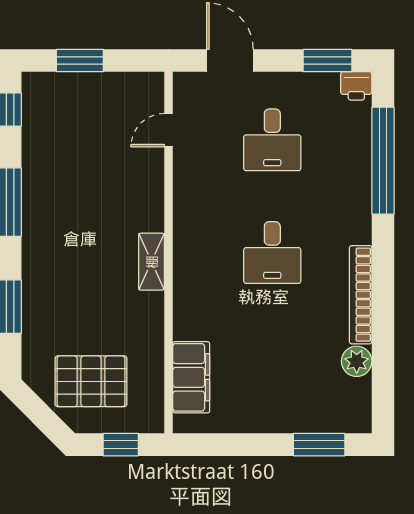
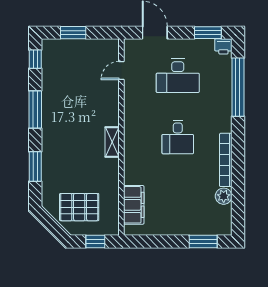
desk: (272, 140) -> (178, 76), width x1.37

